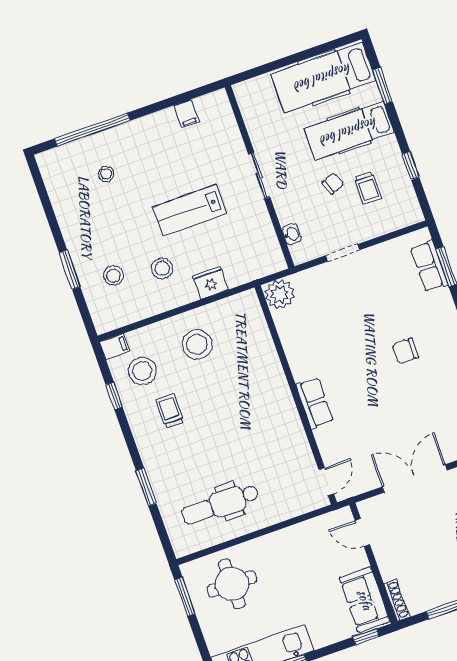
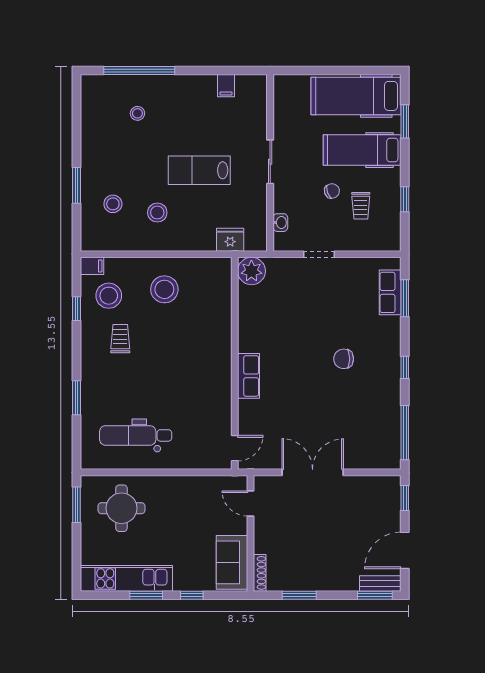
fridge: (210, 283) -> (230, 240), moved
window: (366, 637) -> (192, 595), moved

